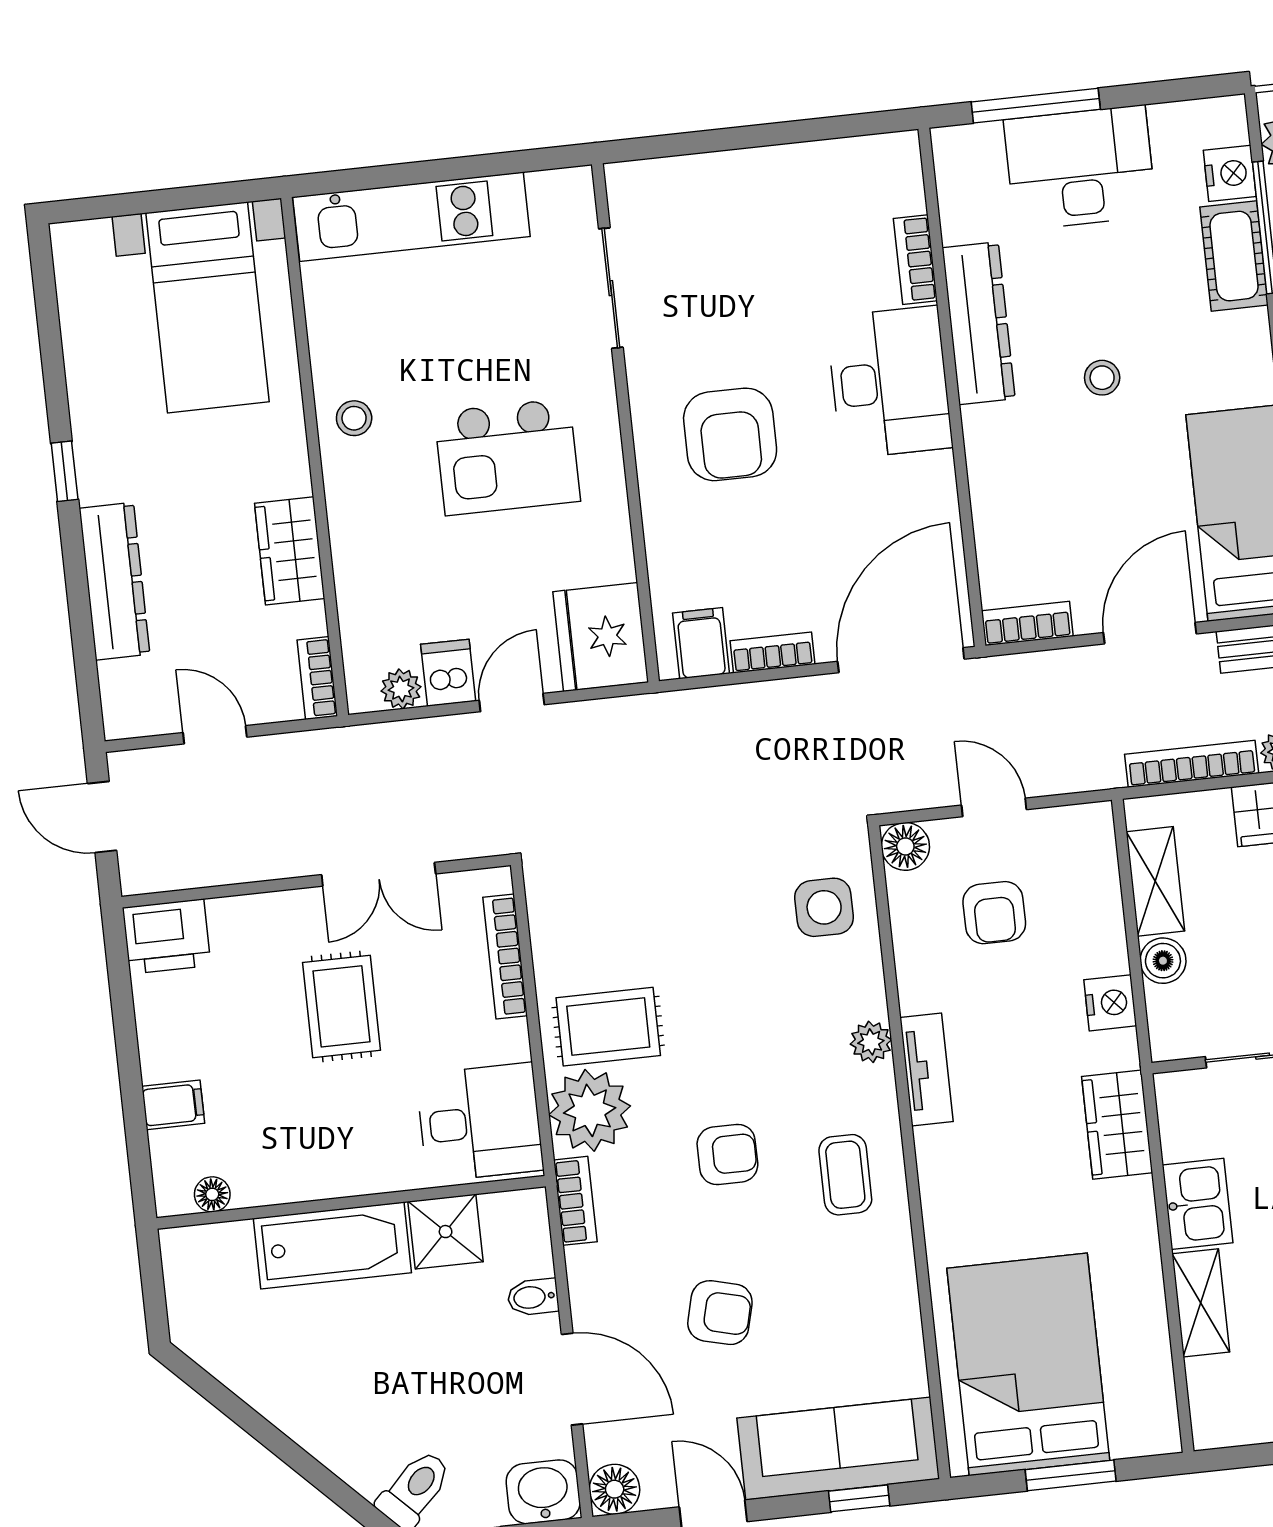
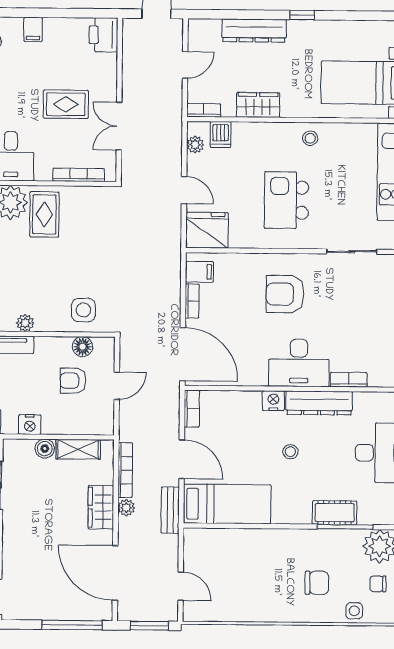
nightstand: (1230, 173) -> (273, 401), moved, turned 180
dishwasher: (448, 673) -> (221, 135), moved, turned 90
floor lamp: (905, 846) -> (83, 347), moved

